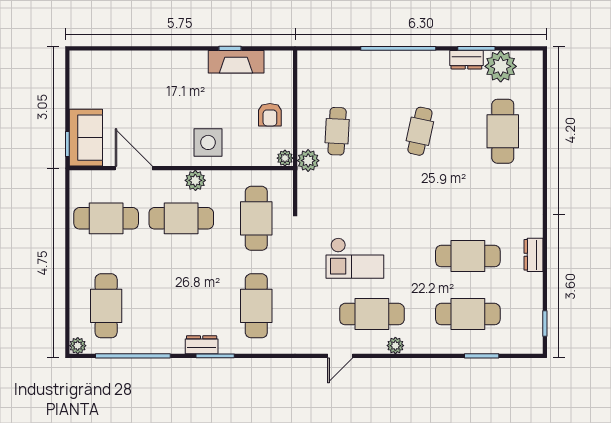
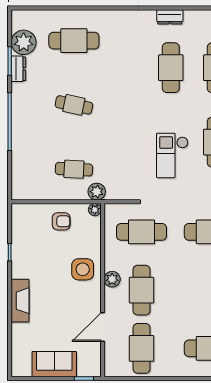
fireplace: (236, 62) -> (20, 301), moved
sofa: (86, 138) -> (54, 364), moved
checkout: (355, 258) -> (172, 155), turned 180

